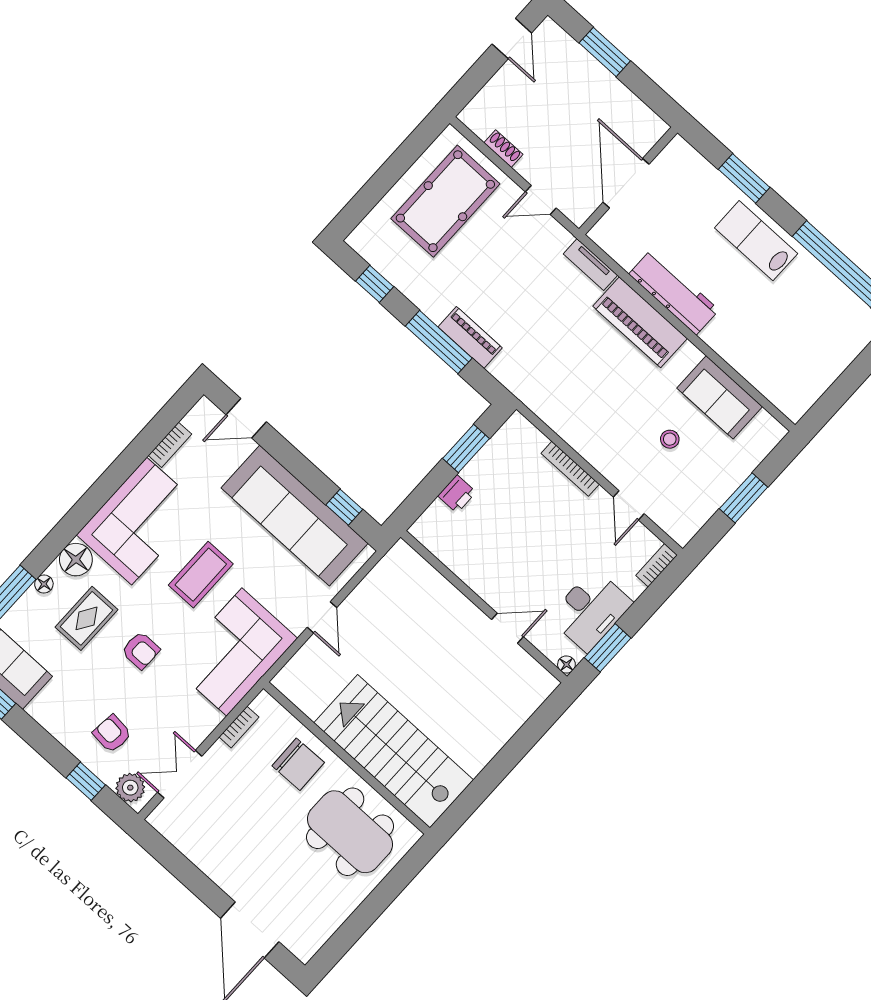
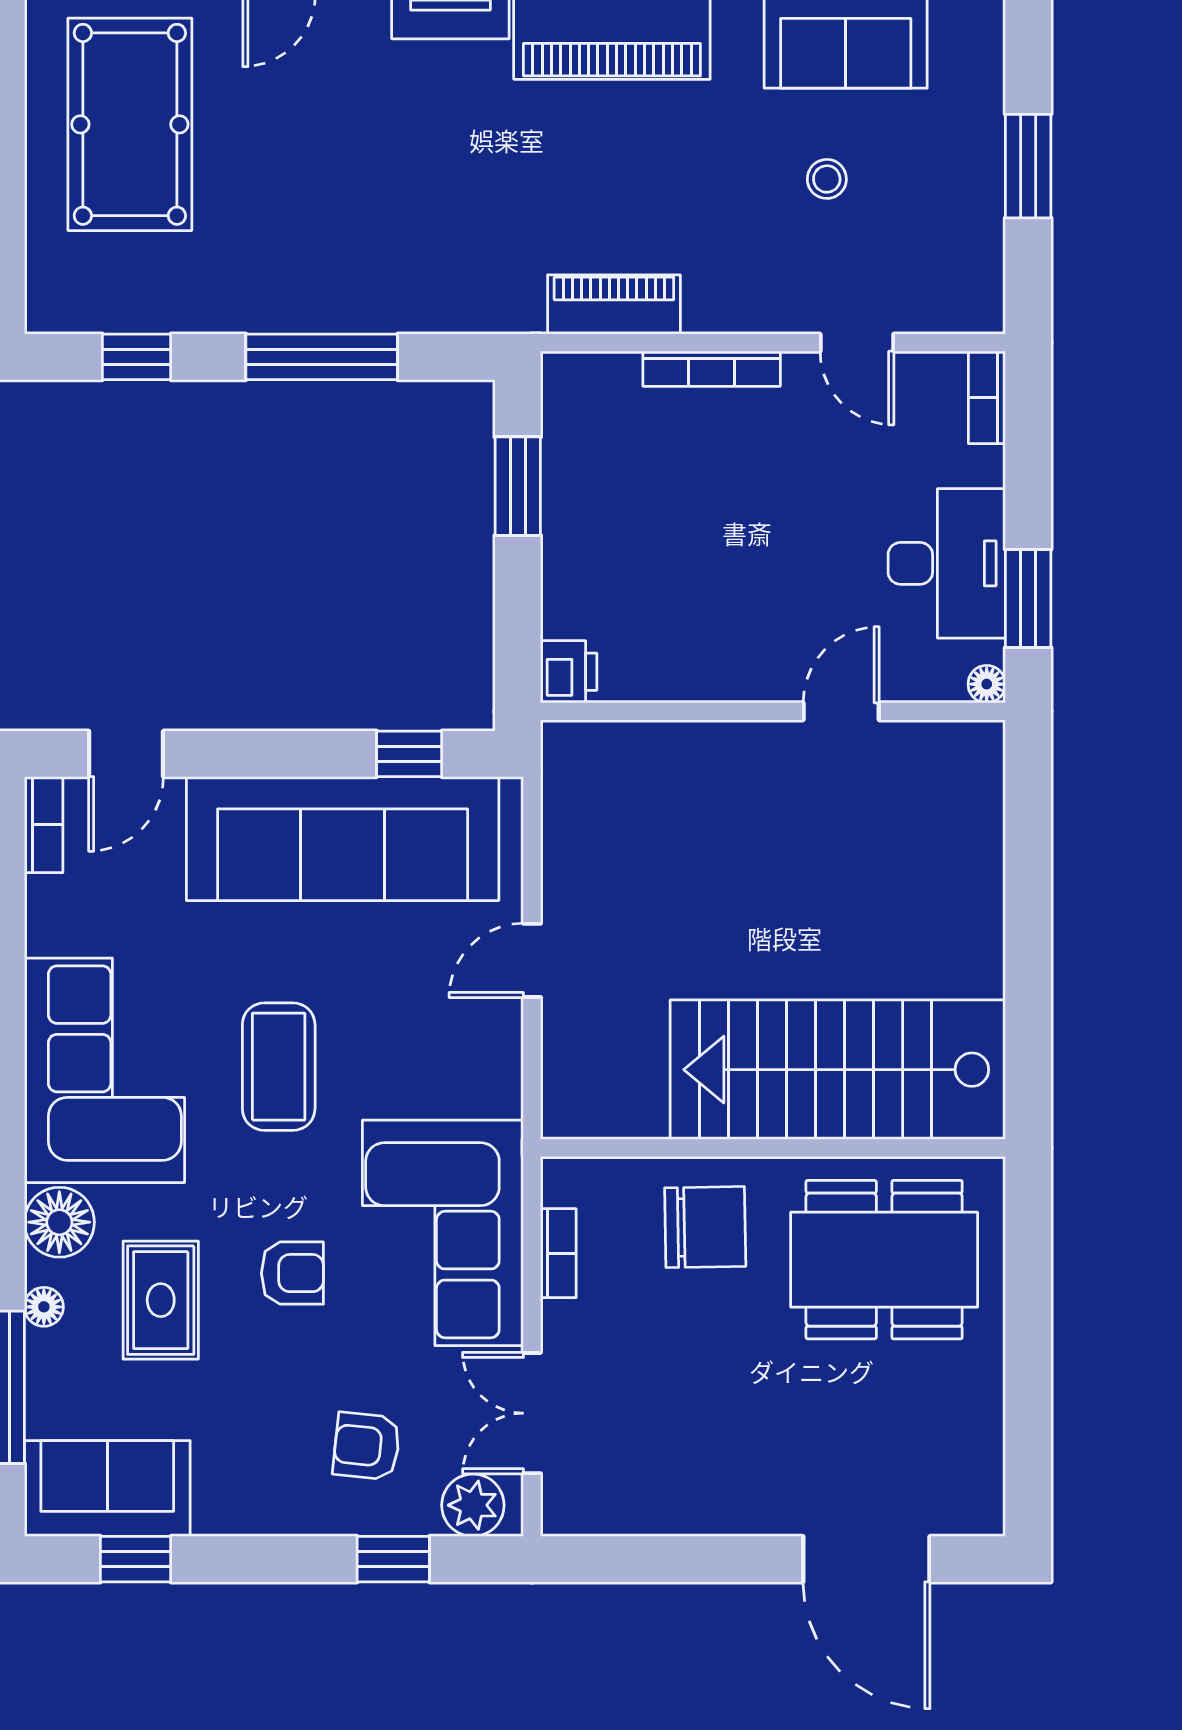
piano: (470, 337) -> (614, 305), moved
bookcase: (170, 445) -> (44, 825), moved
printer: (457, 494) -> (569, 672), moved
door: (322, 617) -> (532, 960), swing flipped
corner sofa: (234, 652) -> (443, 1233), moved

